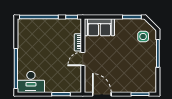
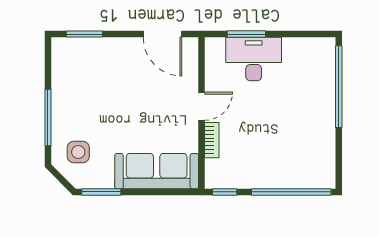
sofa: (99, 27) -> (157, 171), width x1.36
desk: (31, 82) -> (254, 59), moved

